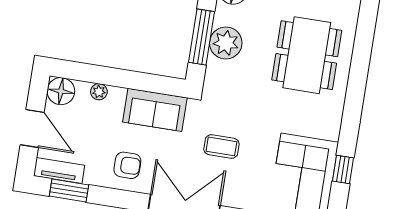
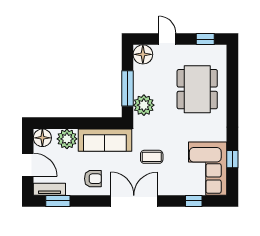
plant: (226, 43) -> (144, 105), moved
plant: (99, 92) -> (67, 139), width x1.88, depth x1.88
sofa: (155, 110) -> (105, 140), width x1.36

